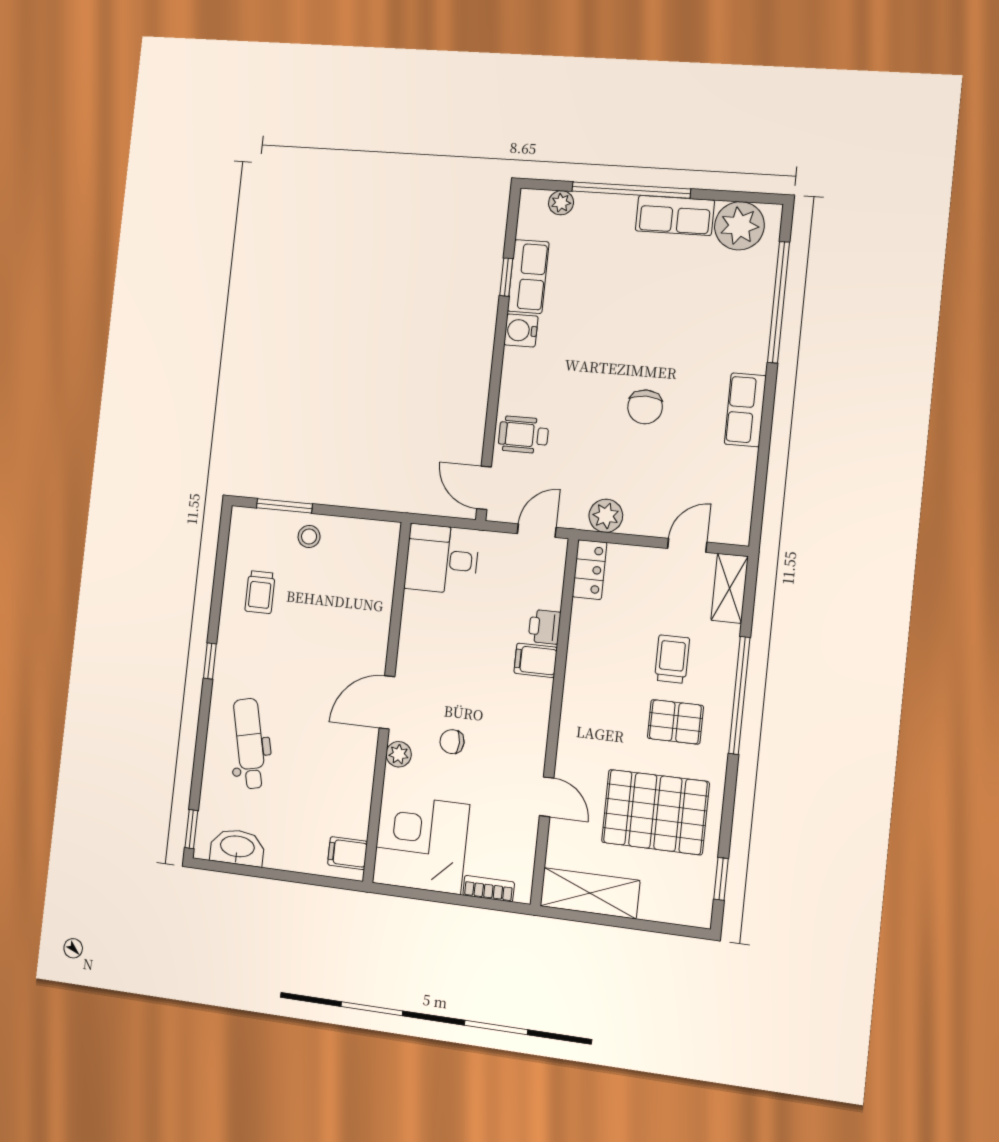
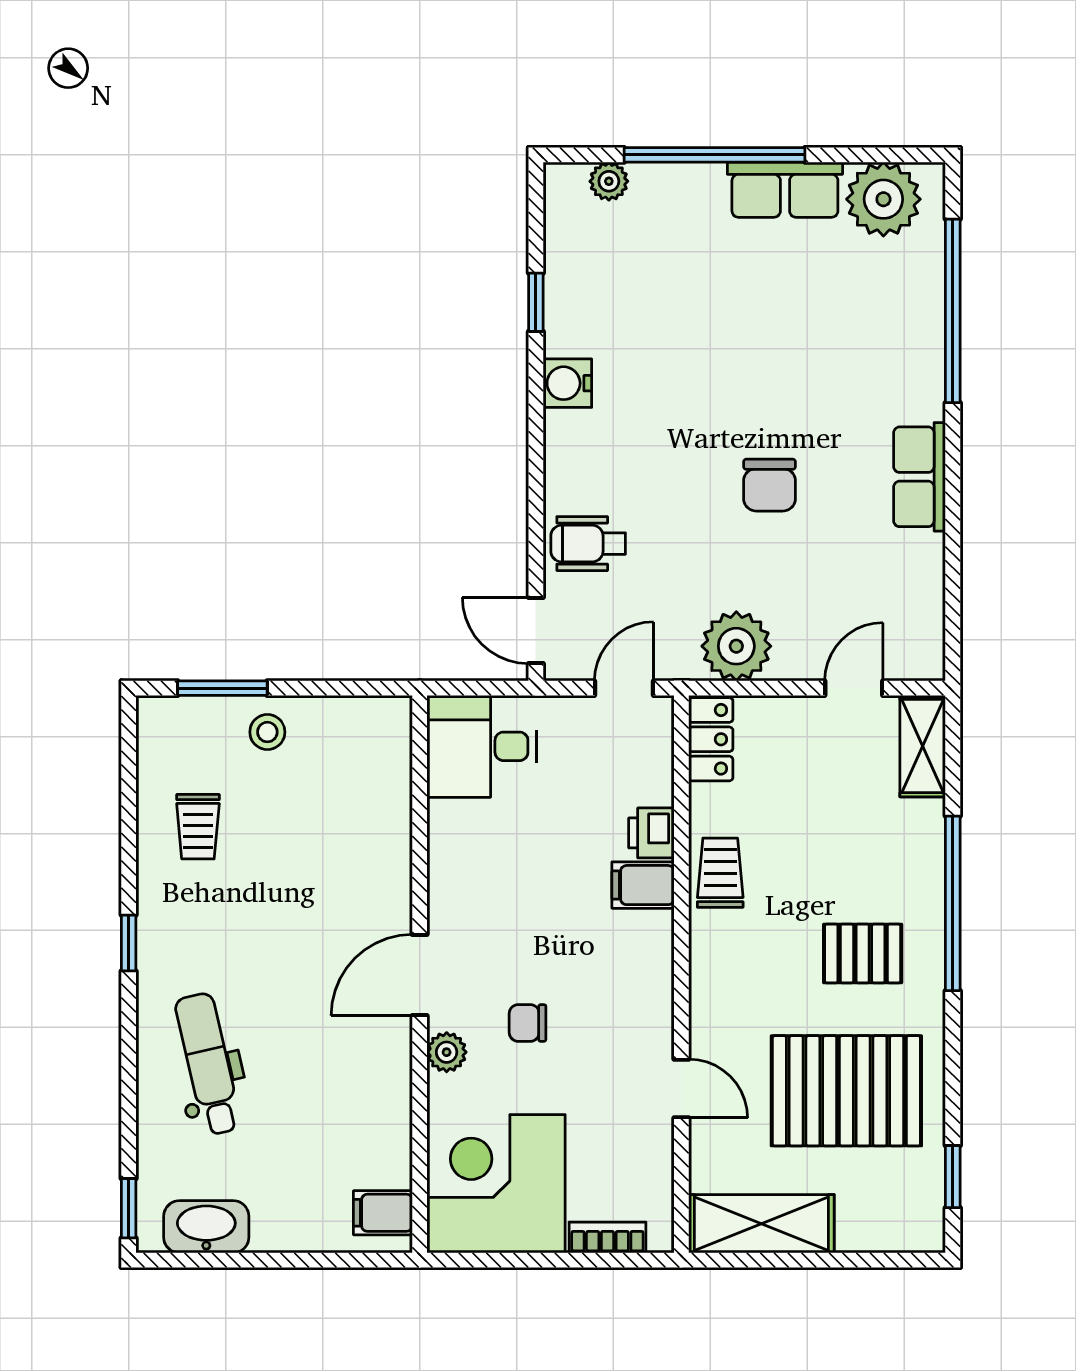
row of seats: (528, 277) -> (570, 299), removed
plant: (606, 516) -> (736, 646), width x1.36, depth x1.36
trolley: (672, 659) -> (720, 873), moved

